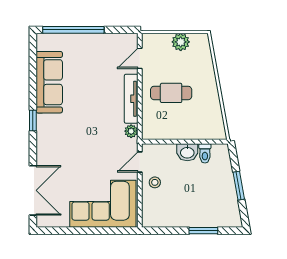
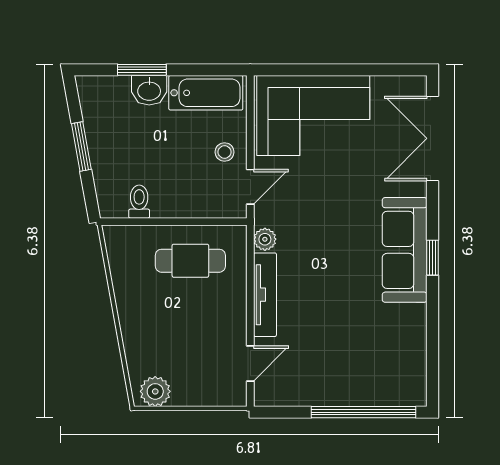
plant: (181, 42) -> (155, 391), moved
sofa: (49, 82) -> (405, 250), moved
cafe table: (171, 93) -> (190, 261), moved
washbasin: (187, 152) -> (149, 90), moved, turned 180
bathtub: (166, 217) -> (206, 93), added

